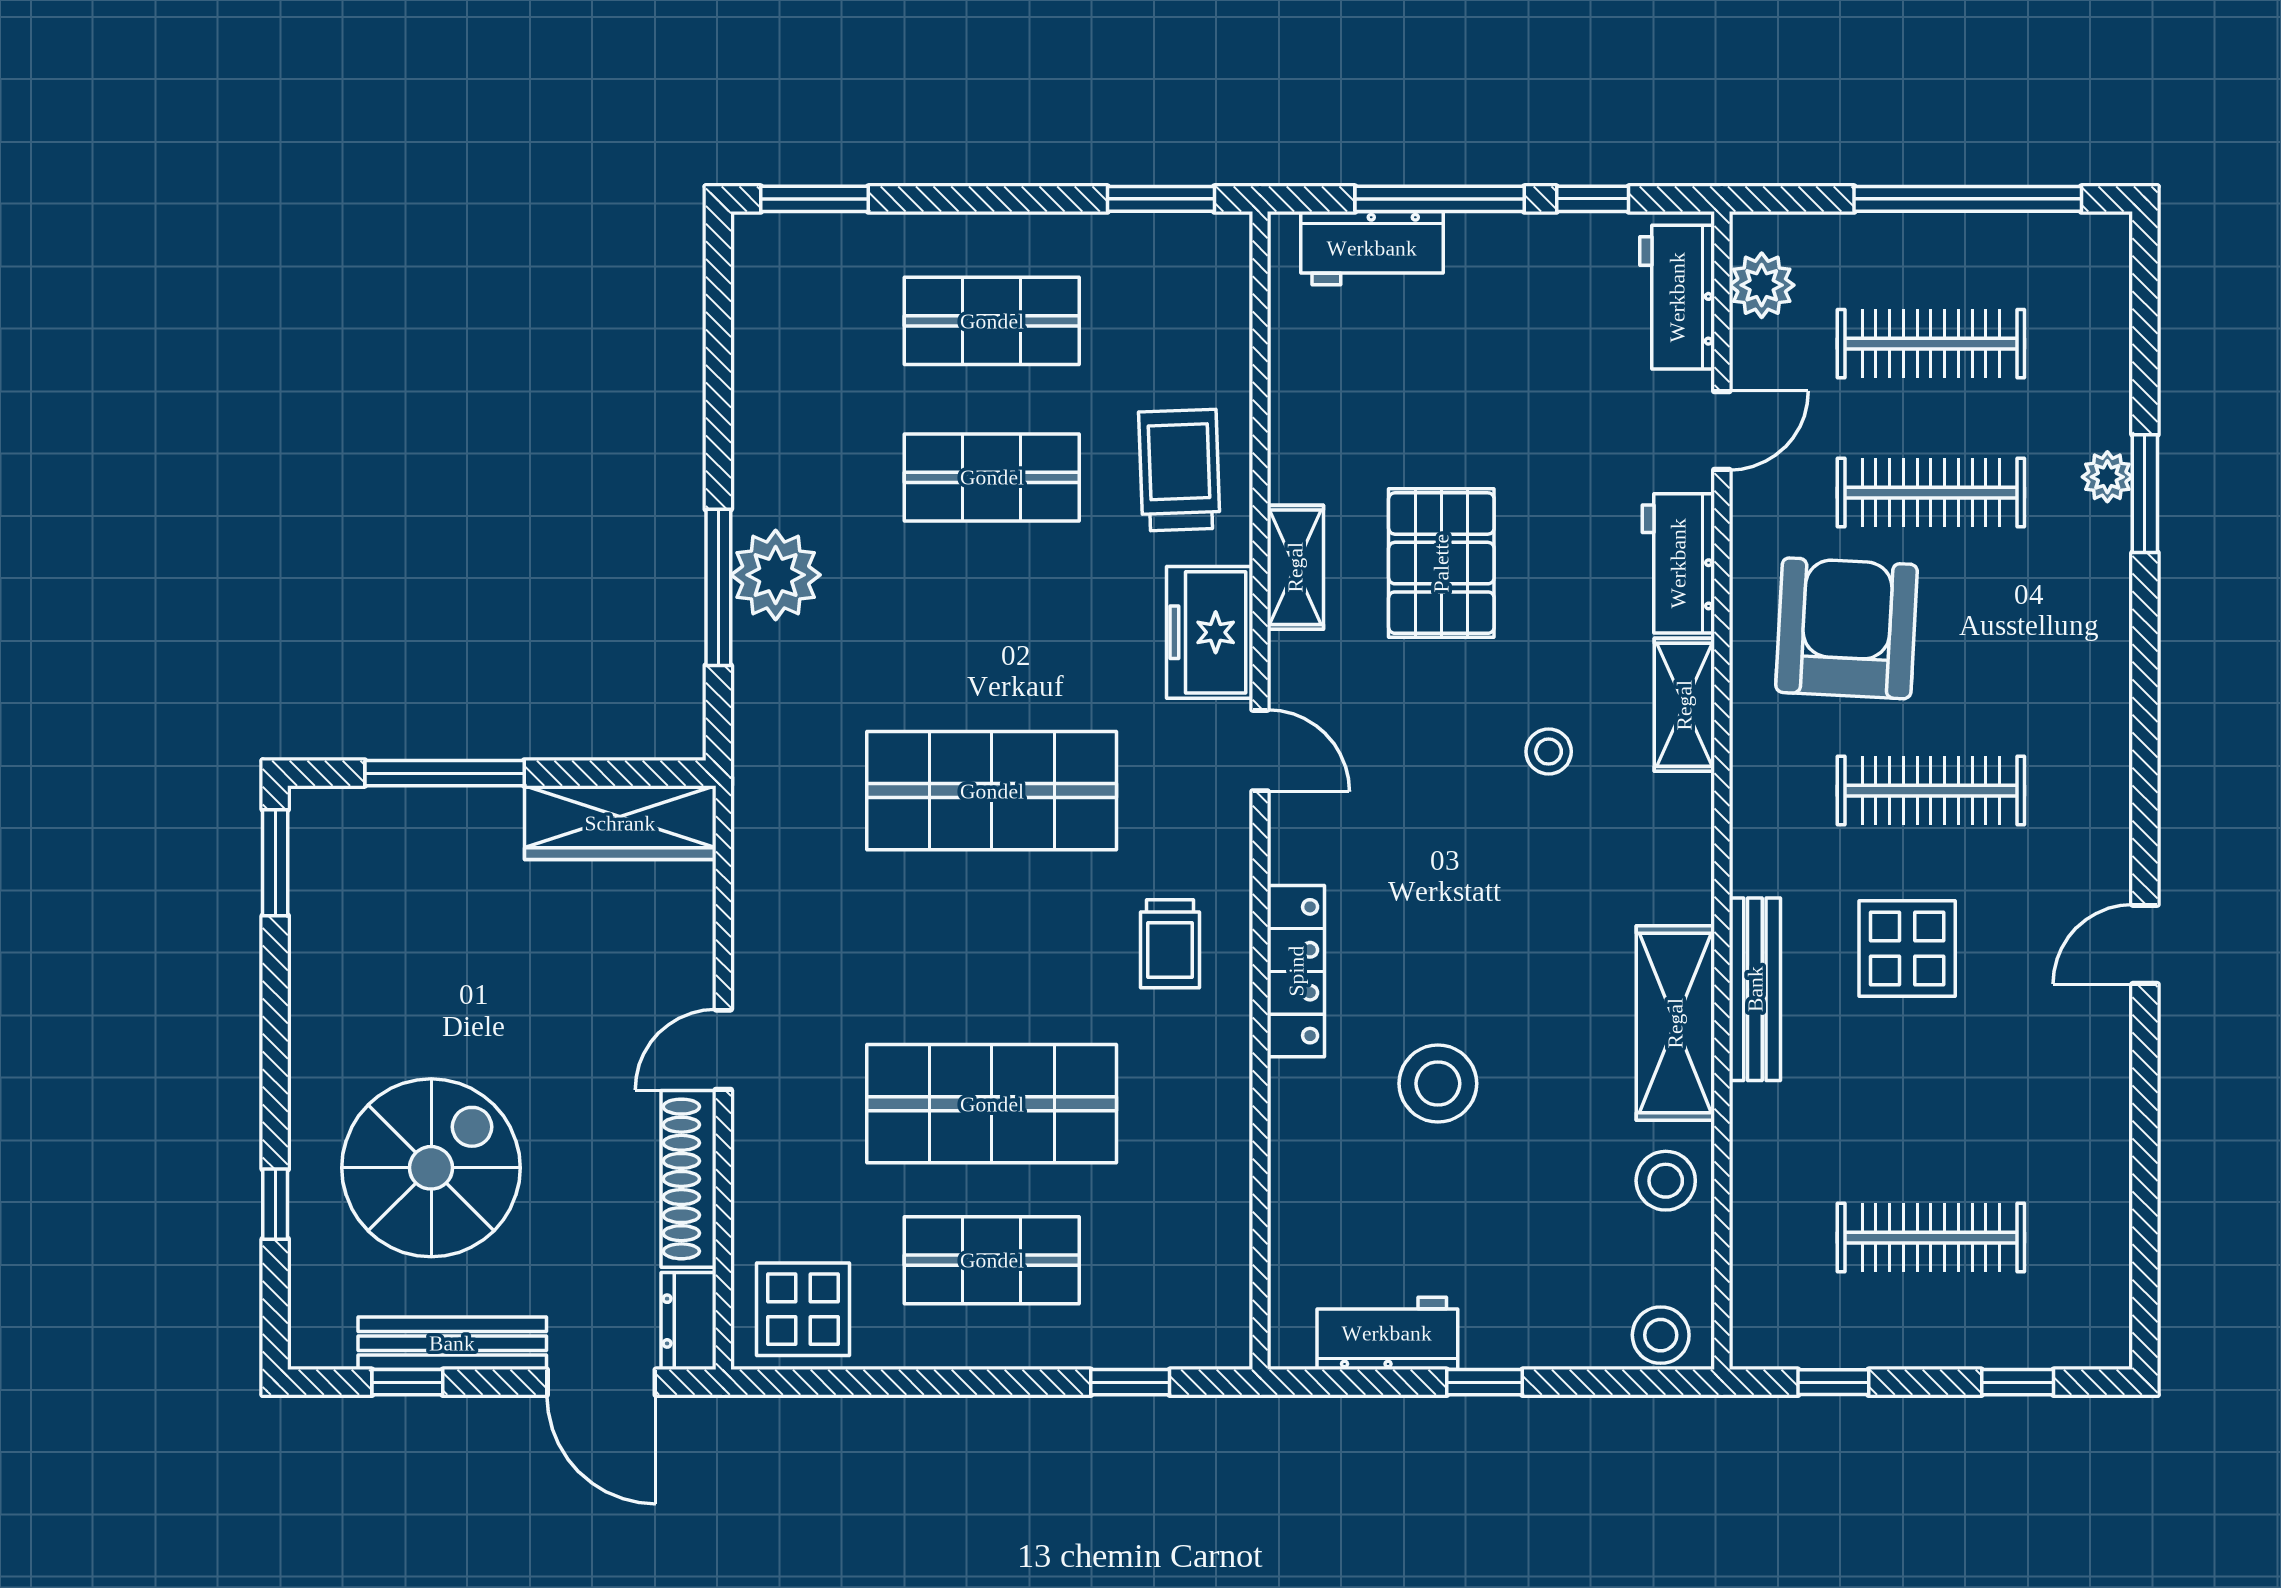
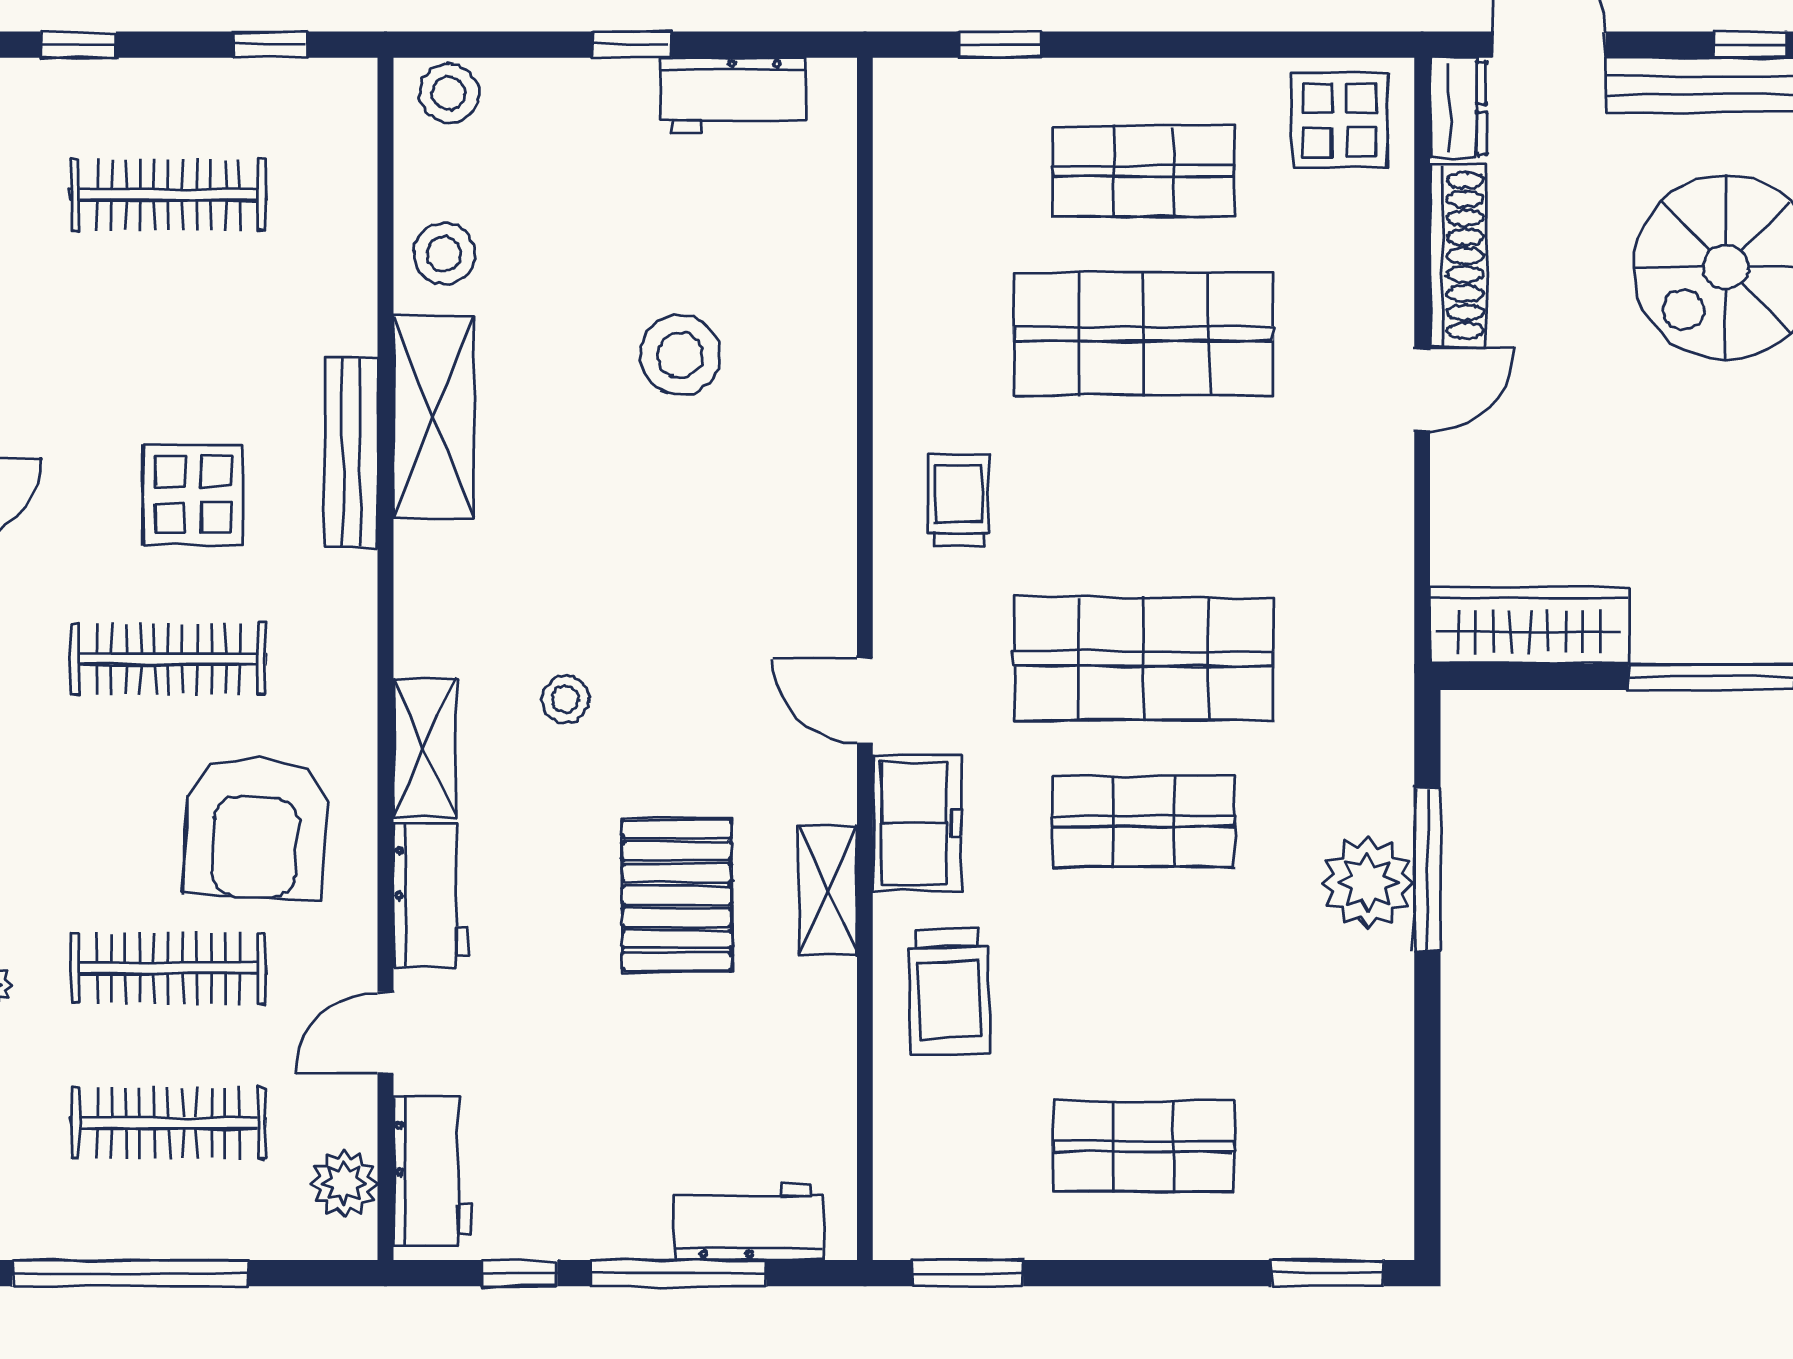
shop shelf: (992, 477) -> (1144, 821), moved
locker: (1296, 971) -> (828, 471), removed

